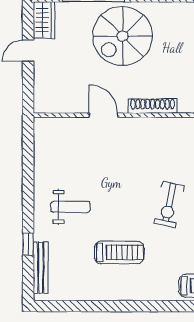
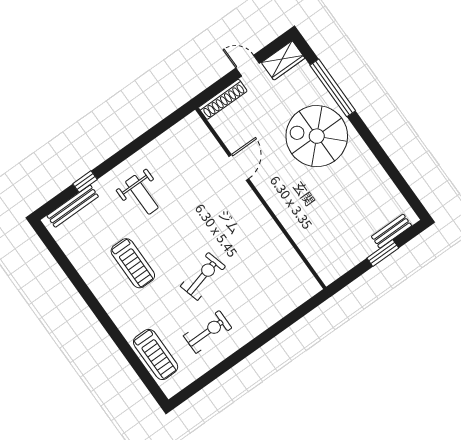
shoe rack: (153, 106) -> (223, 99), moved, turned 90
exercise bike: (169, 205) -> (203, 276), turned 153

